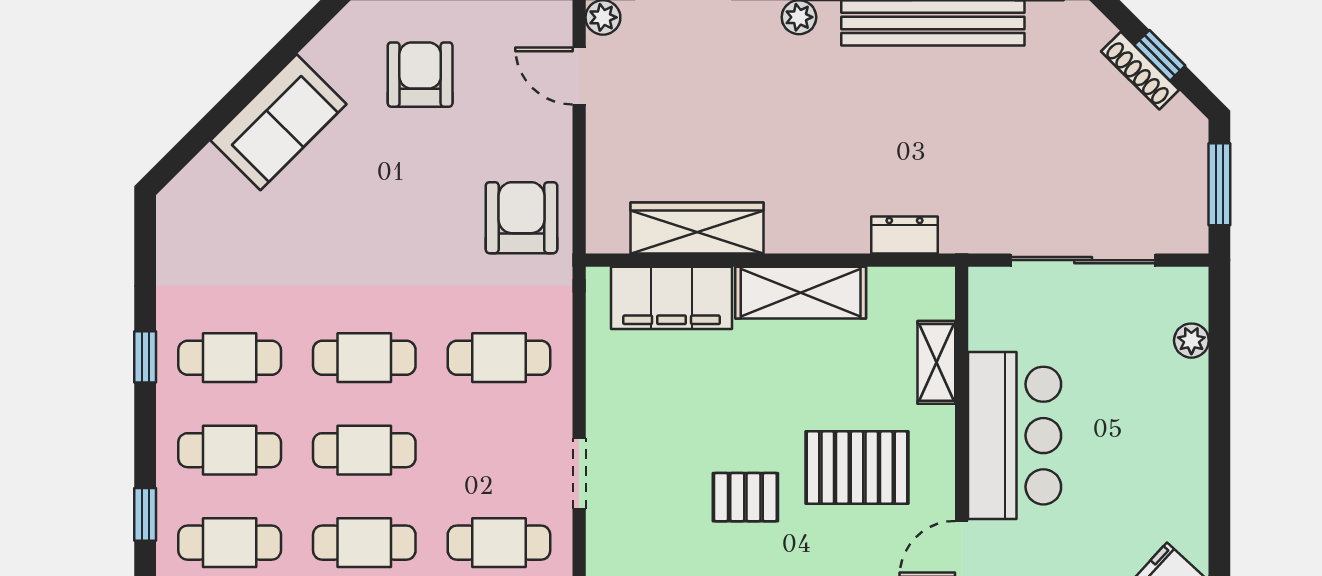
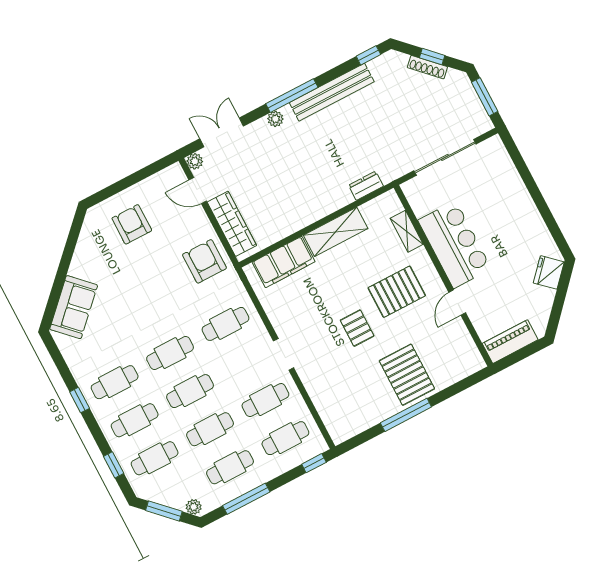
sofa: (278, 122) -> (74, 307), moved
wardrobe: (697, 228) -> (232, 224), moved, turned 90
plant: (1191, 341) -> (507, 167), removed
pallet: (745, 497) -> (357, 328), turned 90

